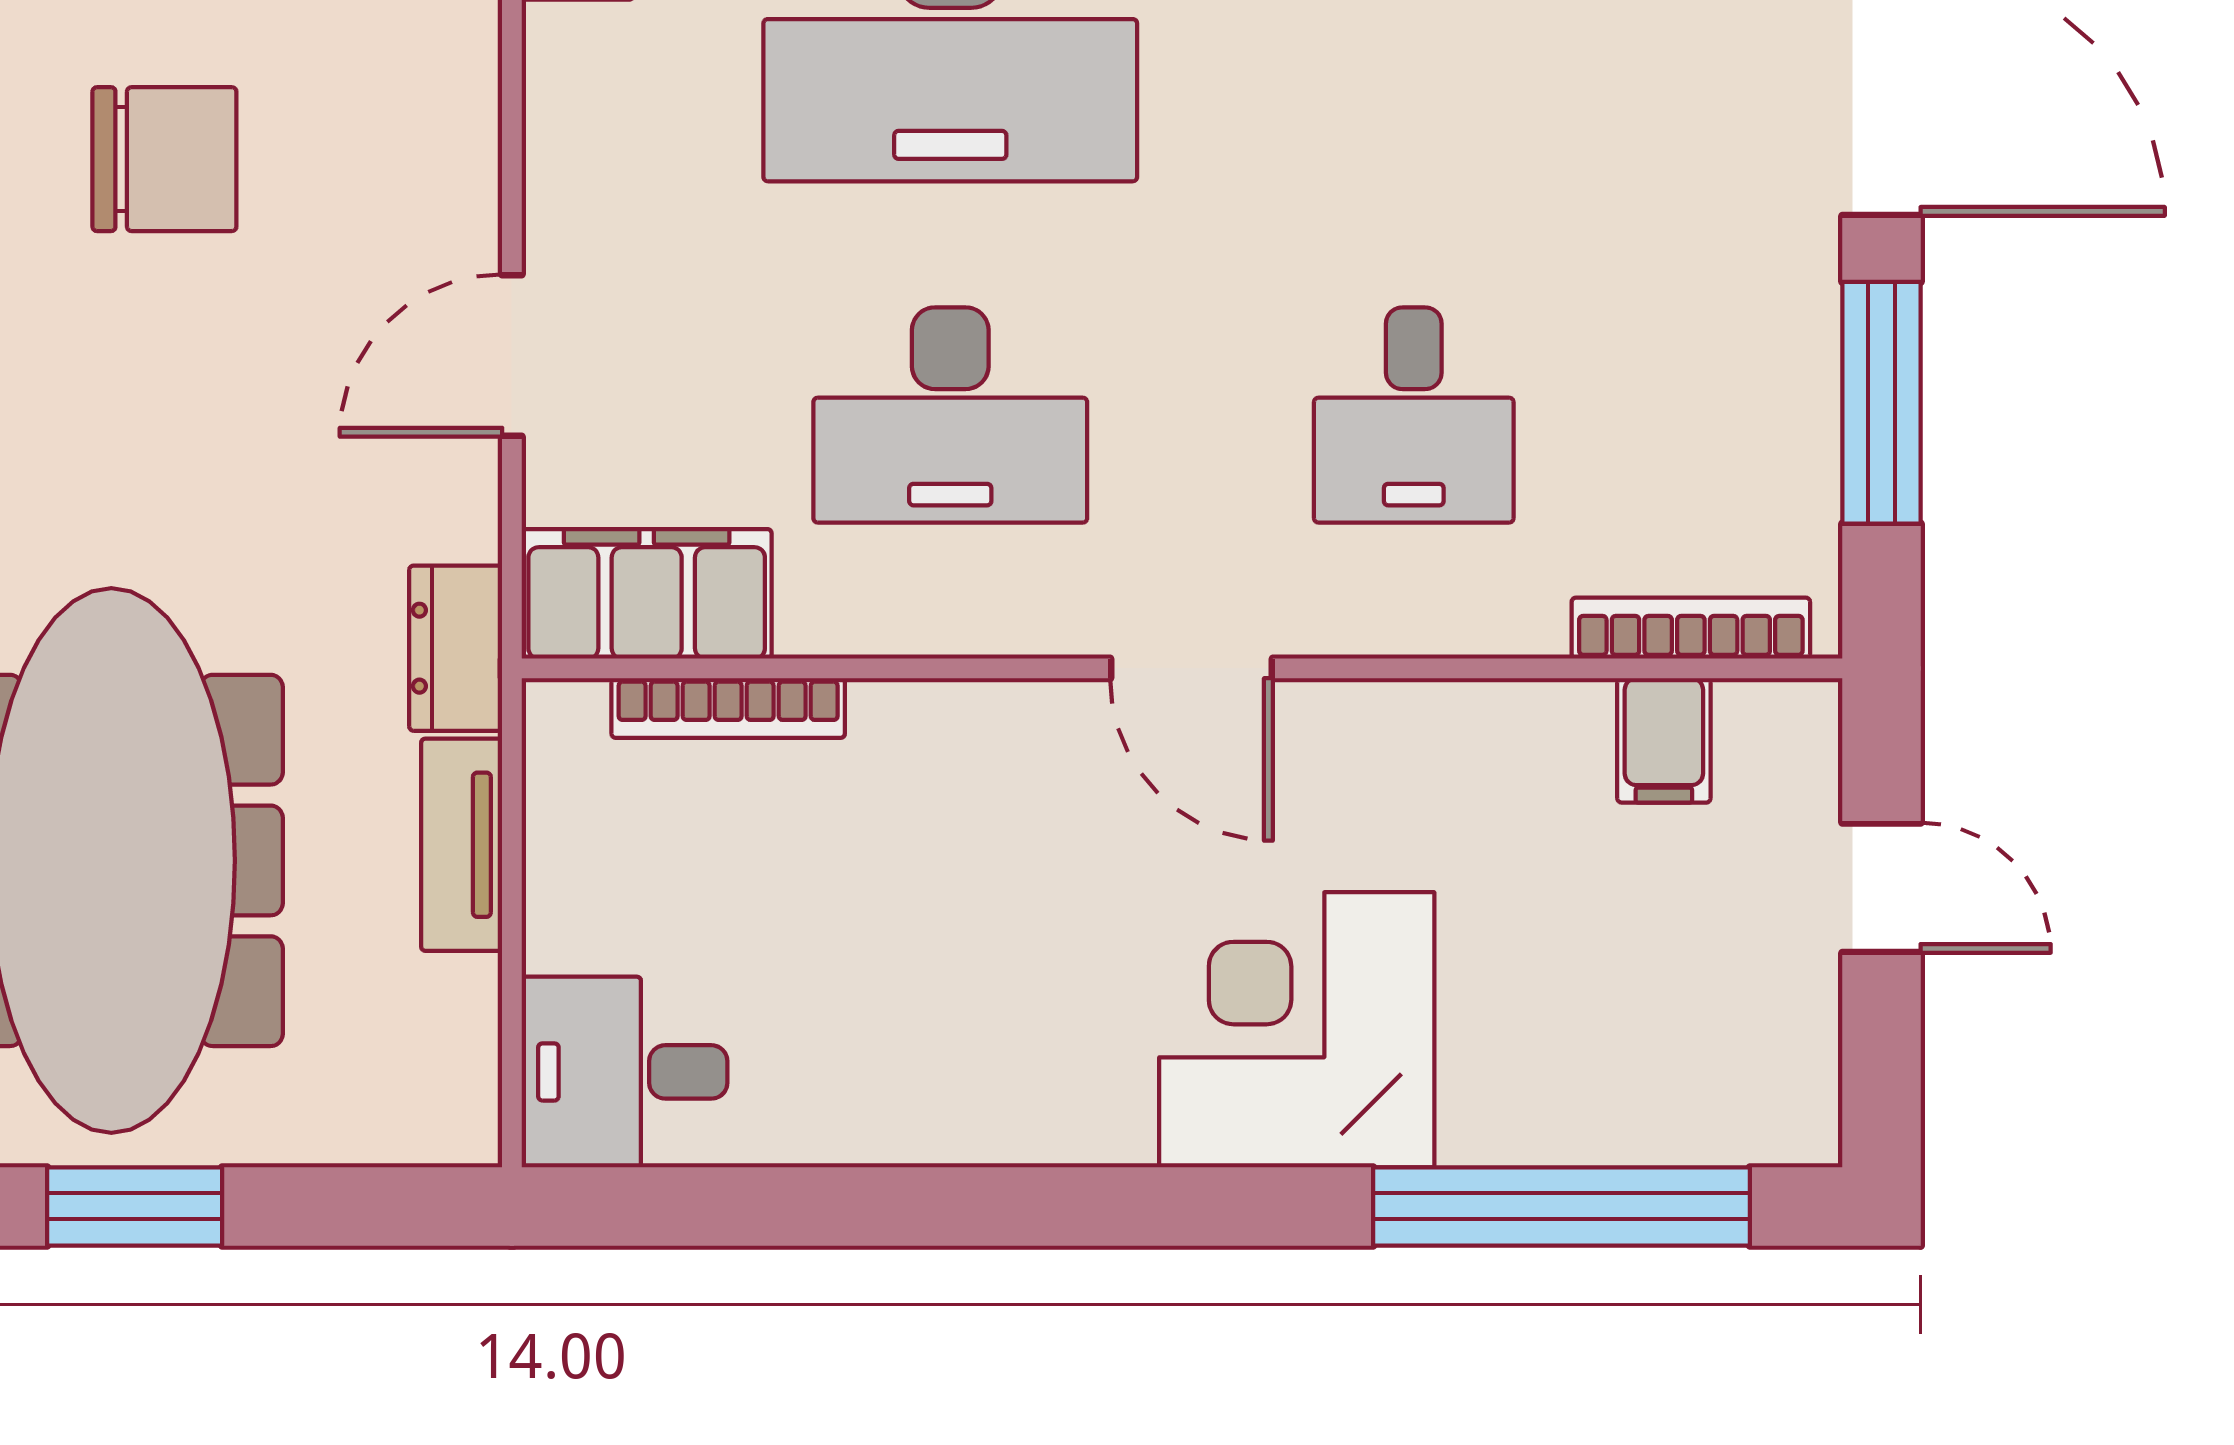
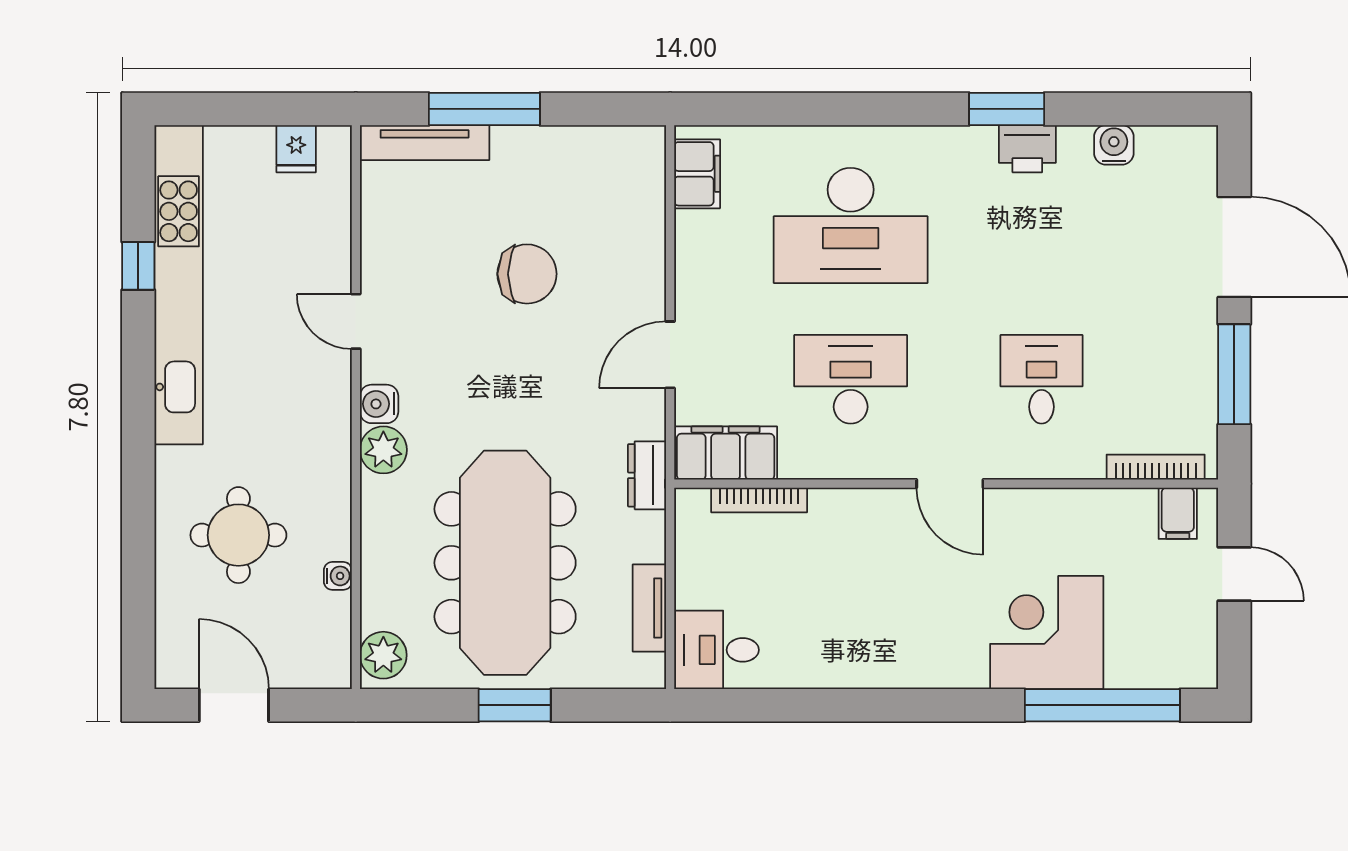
desk: (950, 415) -> (851, 379), turned 180
desk: (1414, 415) -> (1042, 379), turned 180
filing cabinet: (1664, 740) -> (1178, 513), moved
tv unit: (462, 845) -> (649, 608), moved
corner desk: (1297, 1030) -> (1047, 633), moved

